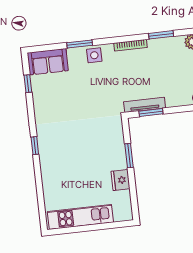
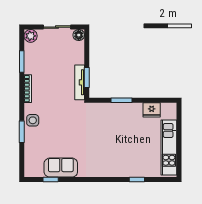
sofa: (48, 62) -> (61, 168), moved, turned -90
window: (35, 146) -> (137, 180), moved
fridge: (120, 180) -> (152, 110), moved

